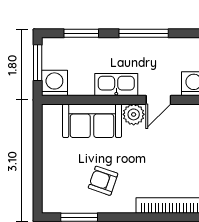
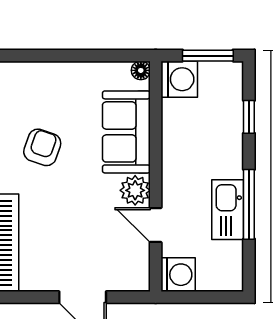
window: (81, 33) -> (249, 117), width x0.67
kitchen sink: (116, 85) -> (228, 210), moved, turned 180
floor lamp: (48, 110) -> (141, 70), added

